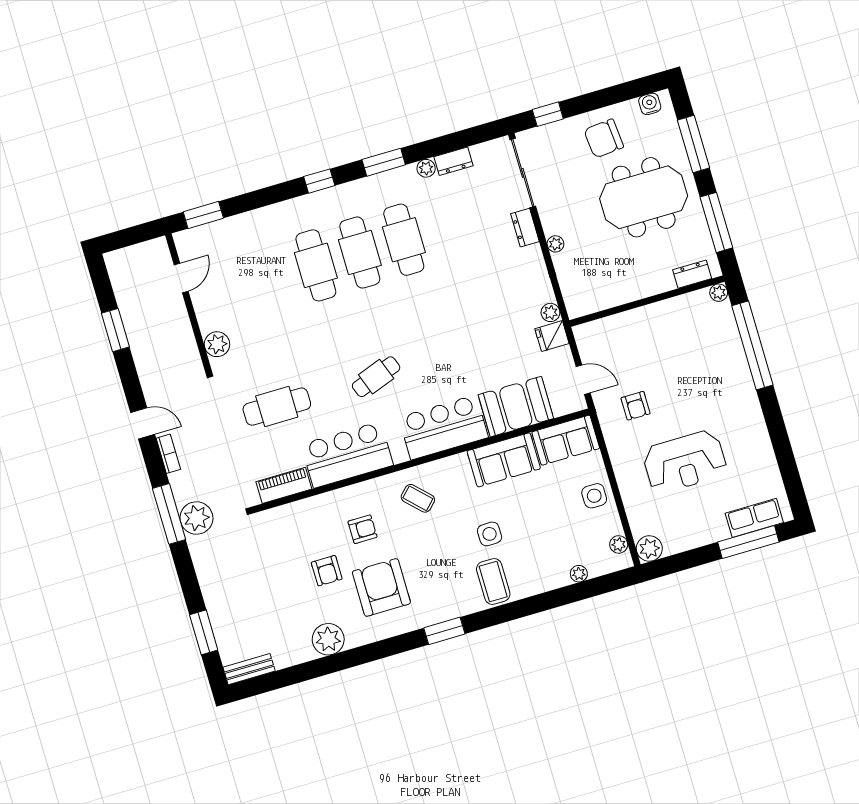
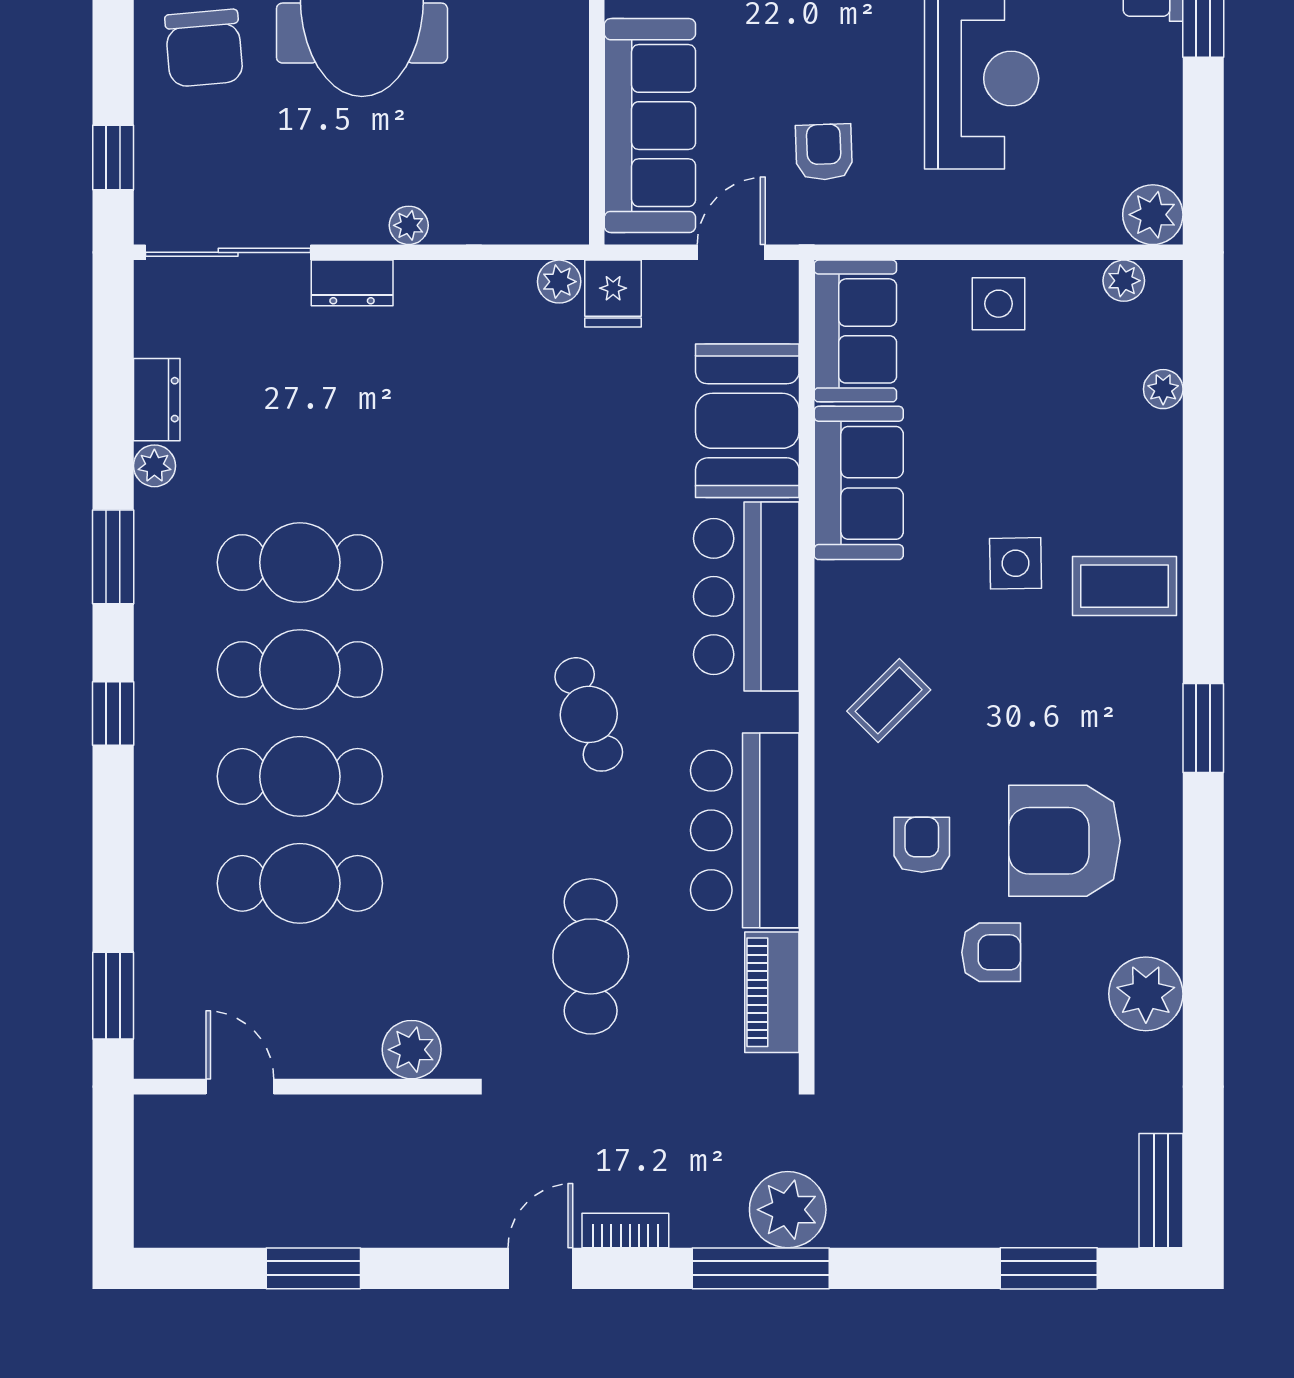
cafe table: (272, 278) -> (300, 883), added
sofa: (625, 331) -> (650, 126), added
armchair: (636, 406) -> (824, 152), turned -92

